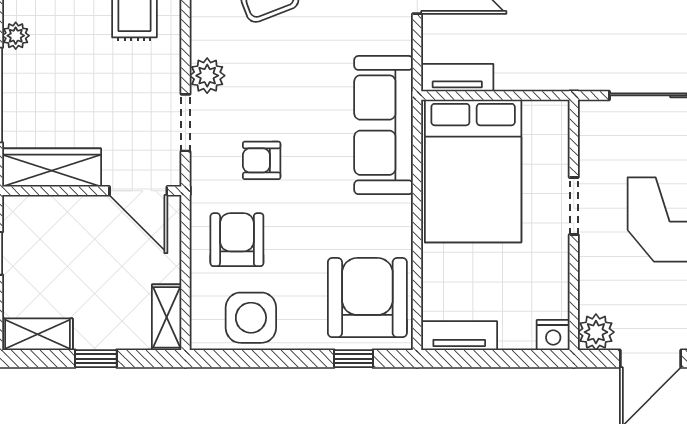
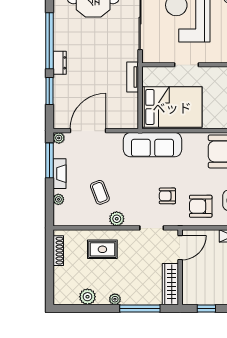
plant: (207, 76) -> (117, 219), moved
tv unit: (457, 78) -> (133, 77), moved
armchair: (262, 160) -> (167, 196), turned 90

